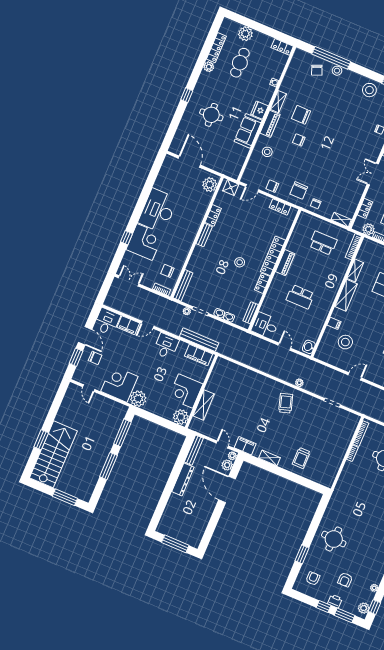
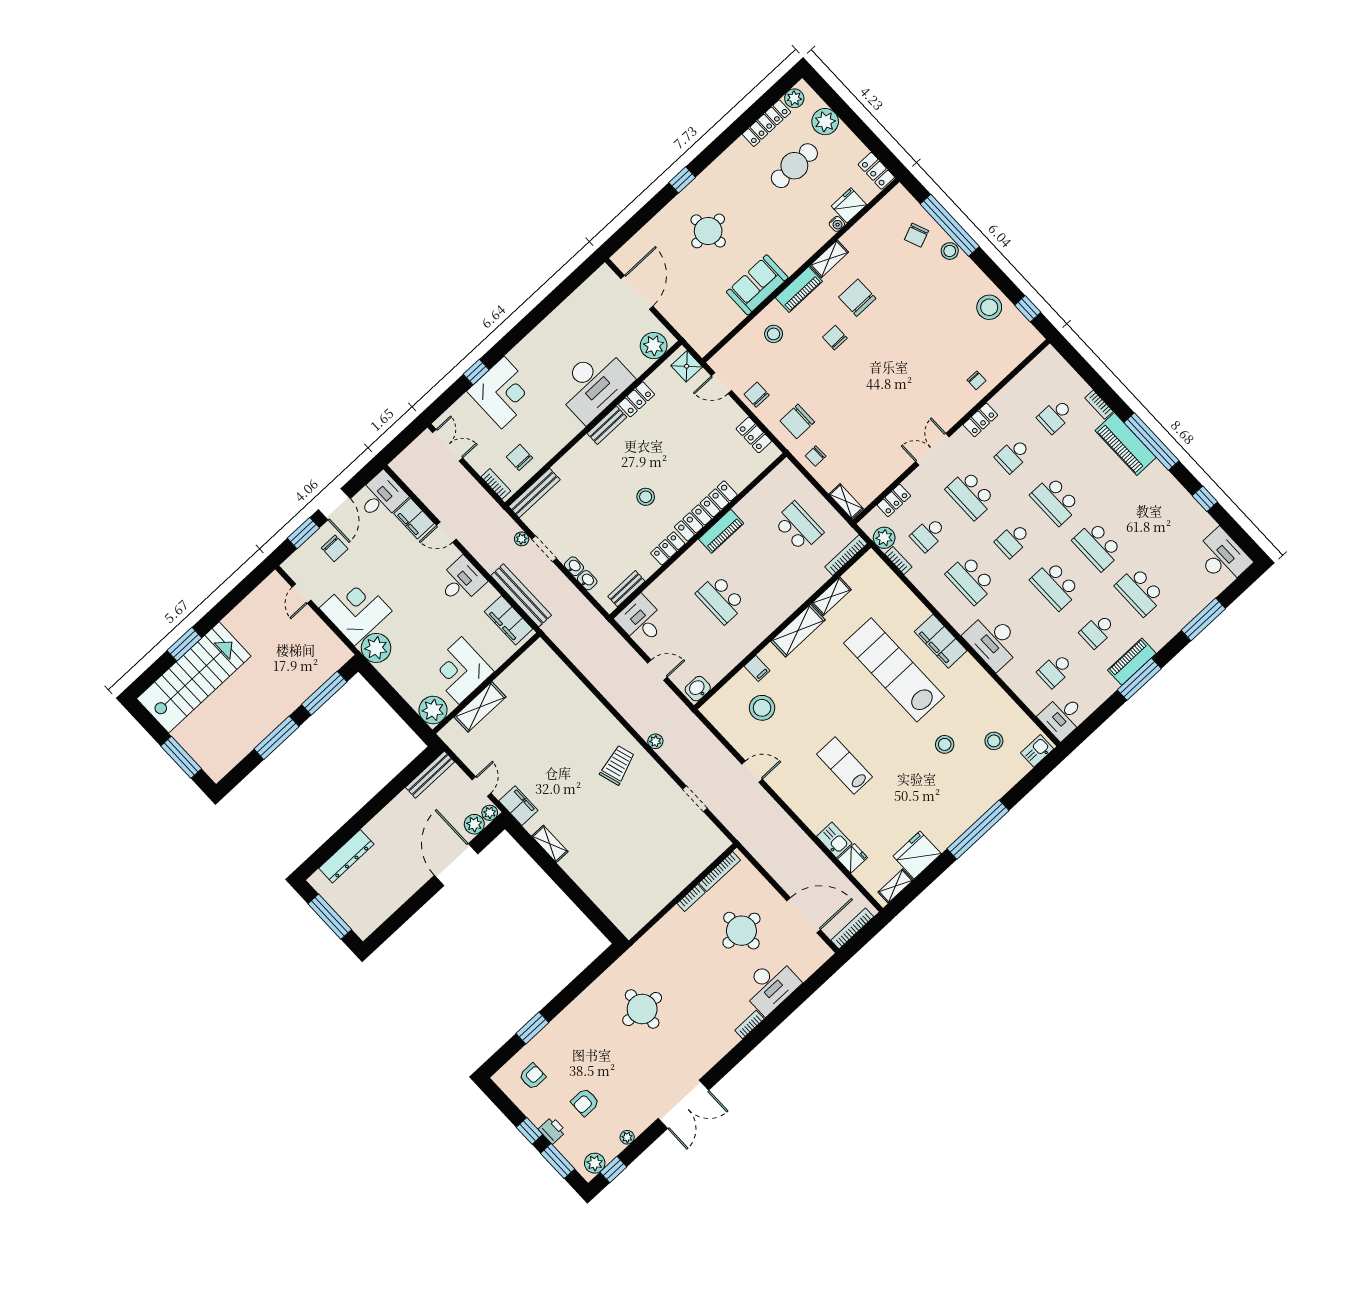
plant: (209, 67) -> (794, 98), moved
fridge: (259, 110) -> (849, 205), moved
desk: (158, 211) -> (594, 384), moved, turned 180
door: (284, 347) -> (657, 670), hinge flipped
trolley: (301, 458) -> (603, 868), removed
dresser: (183, 479) -> (346, 856), moved
round table: (334, 539) -> (642, 1009), moved

